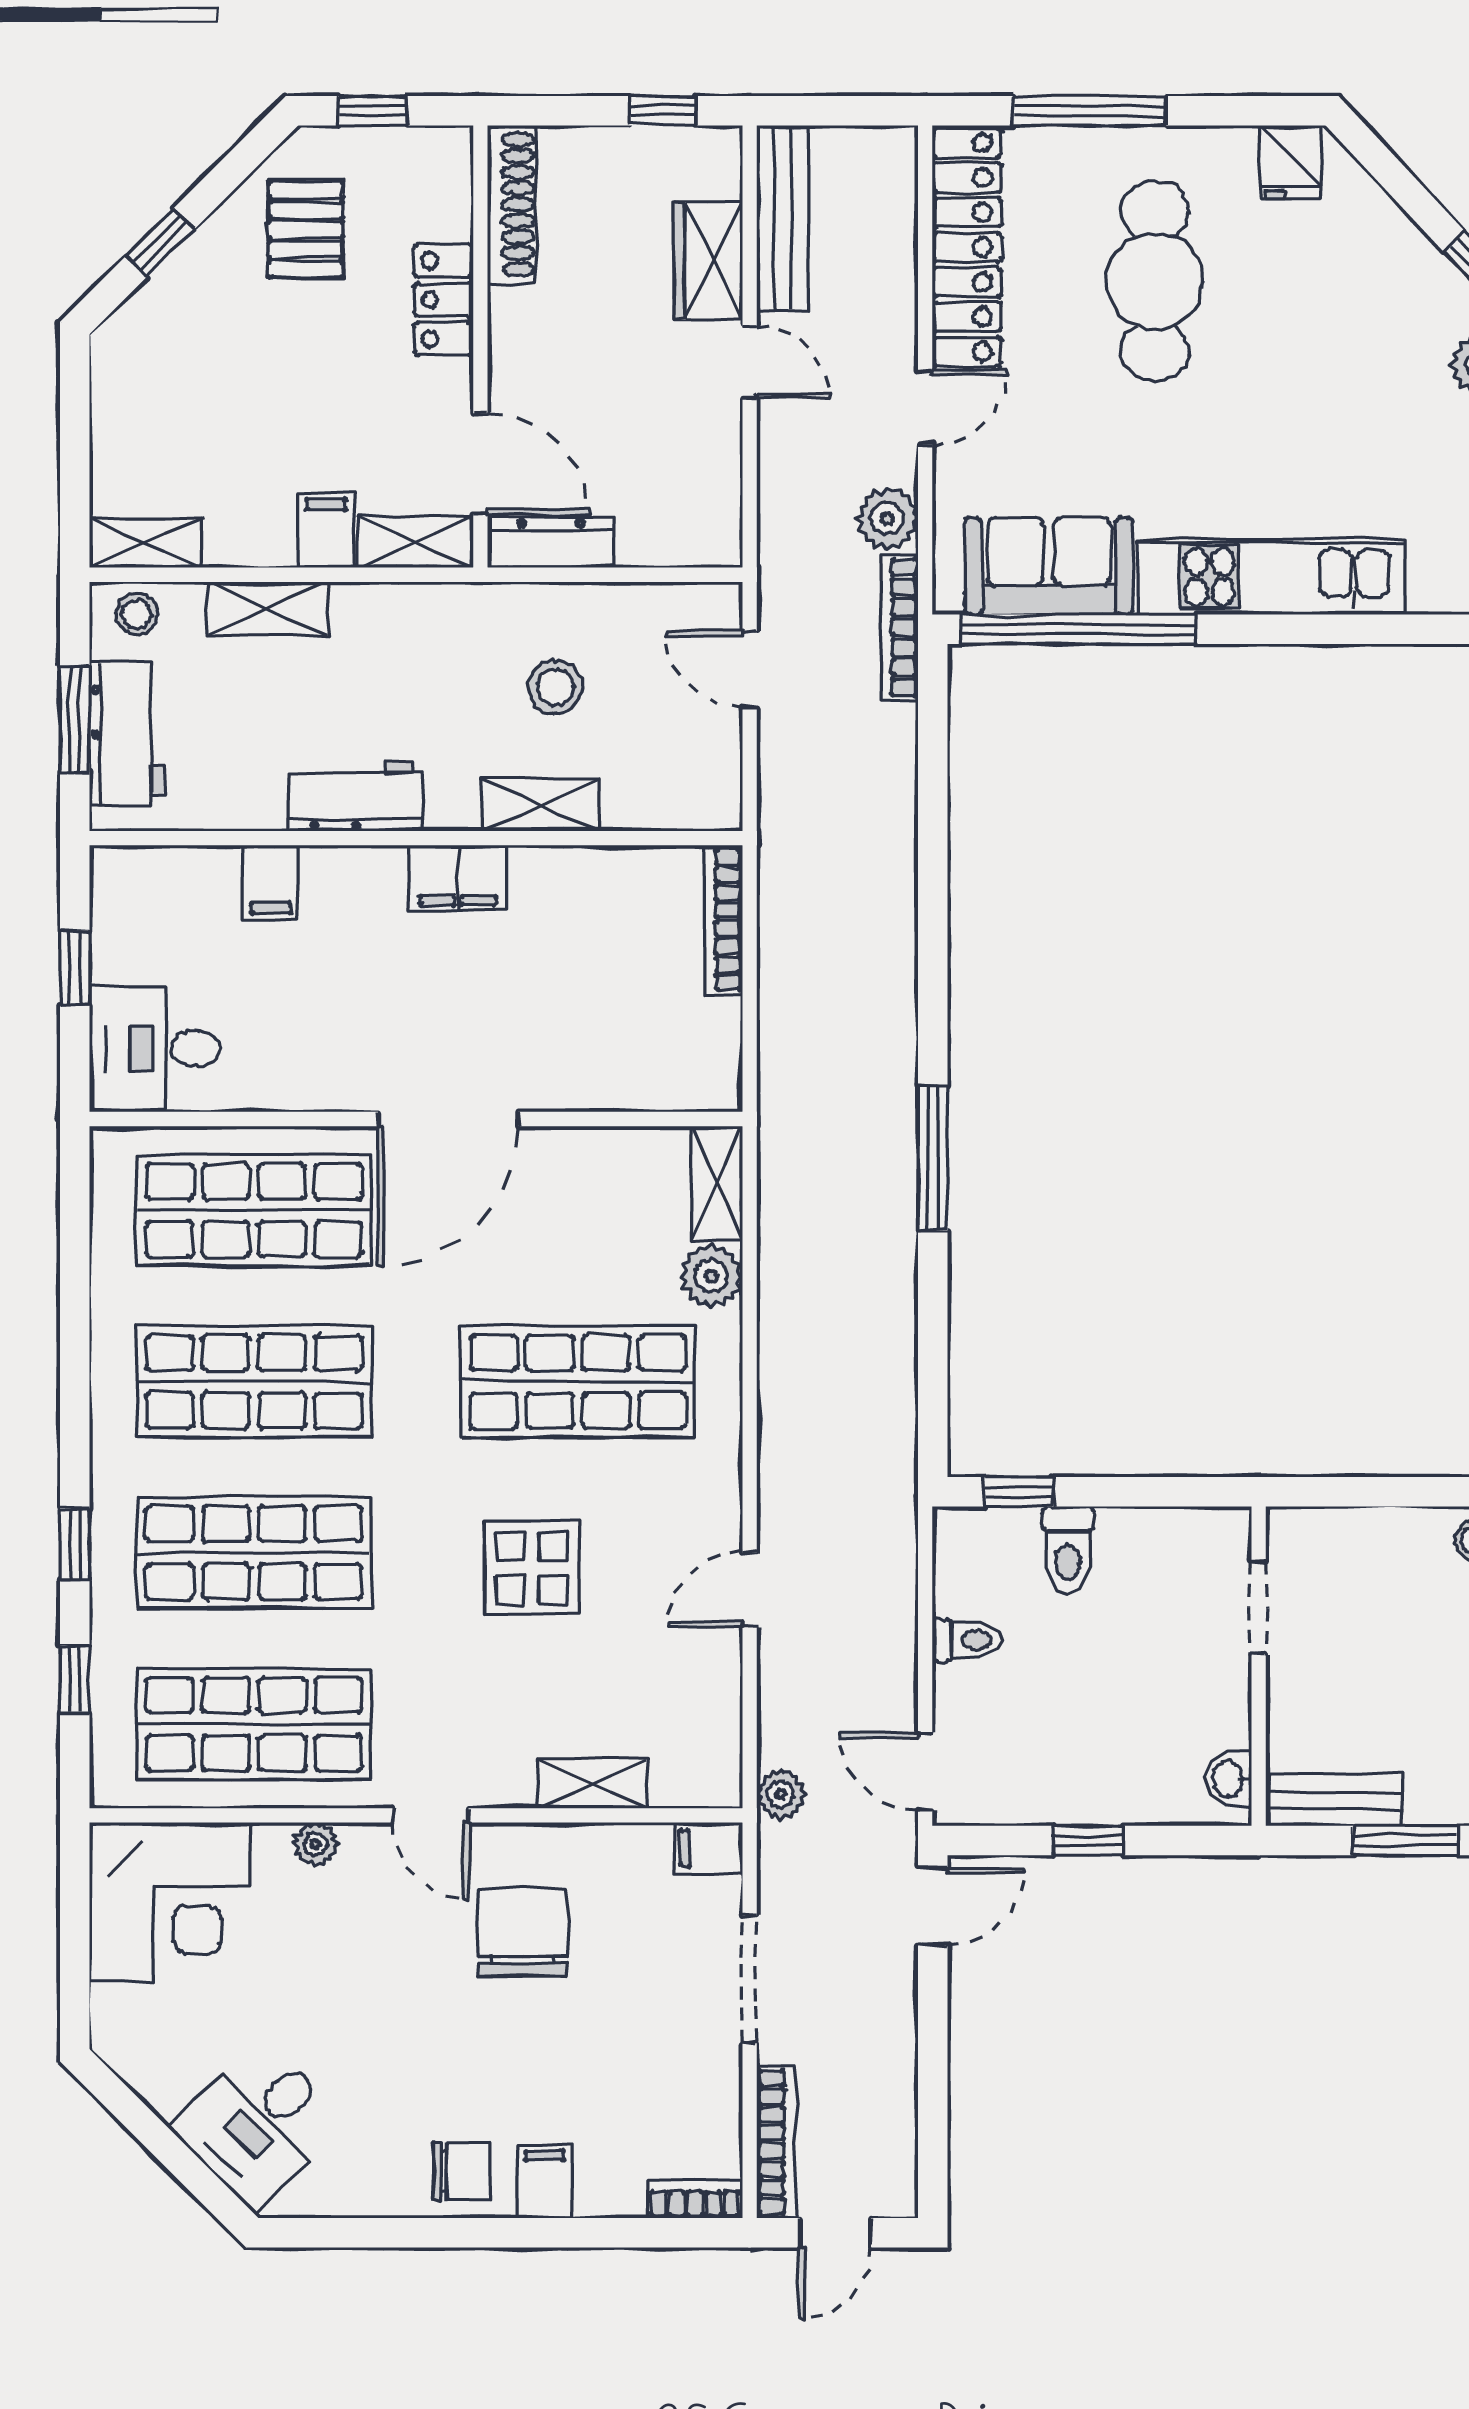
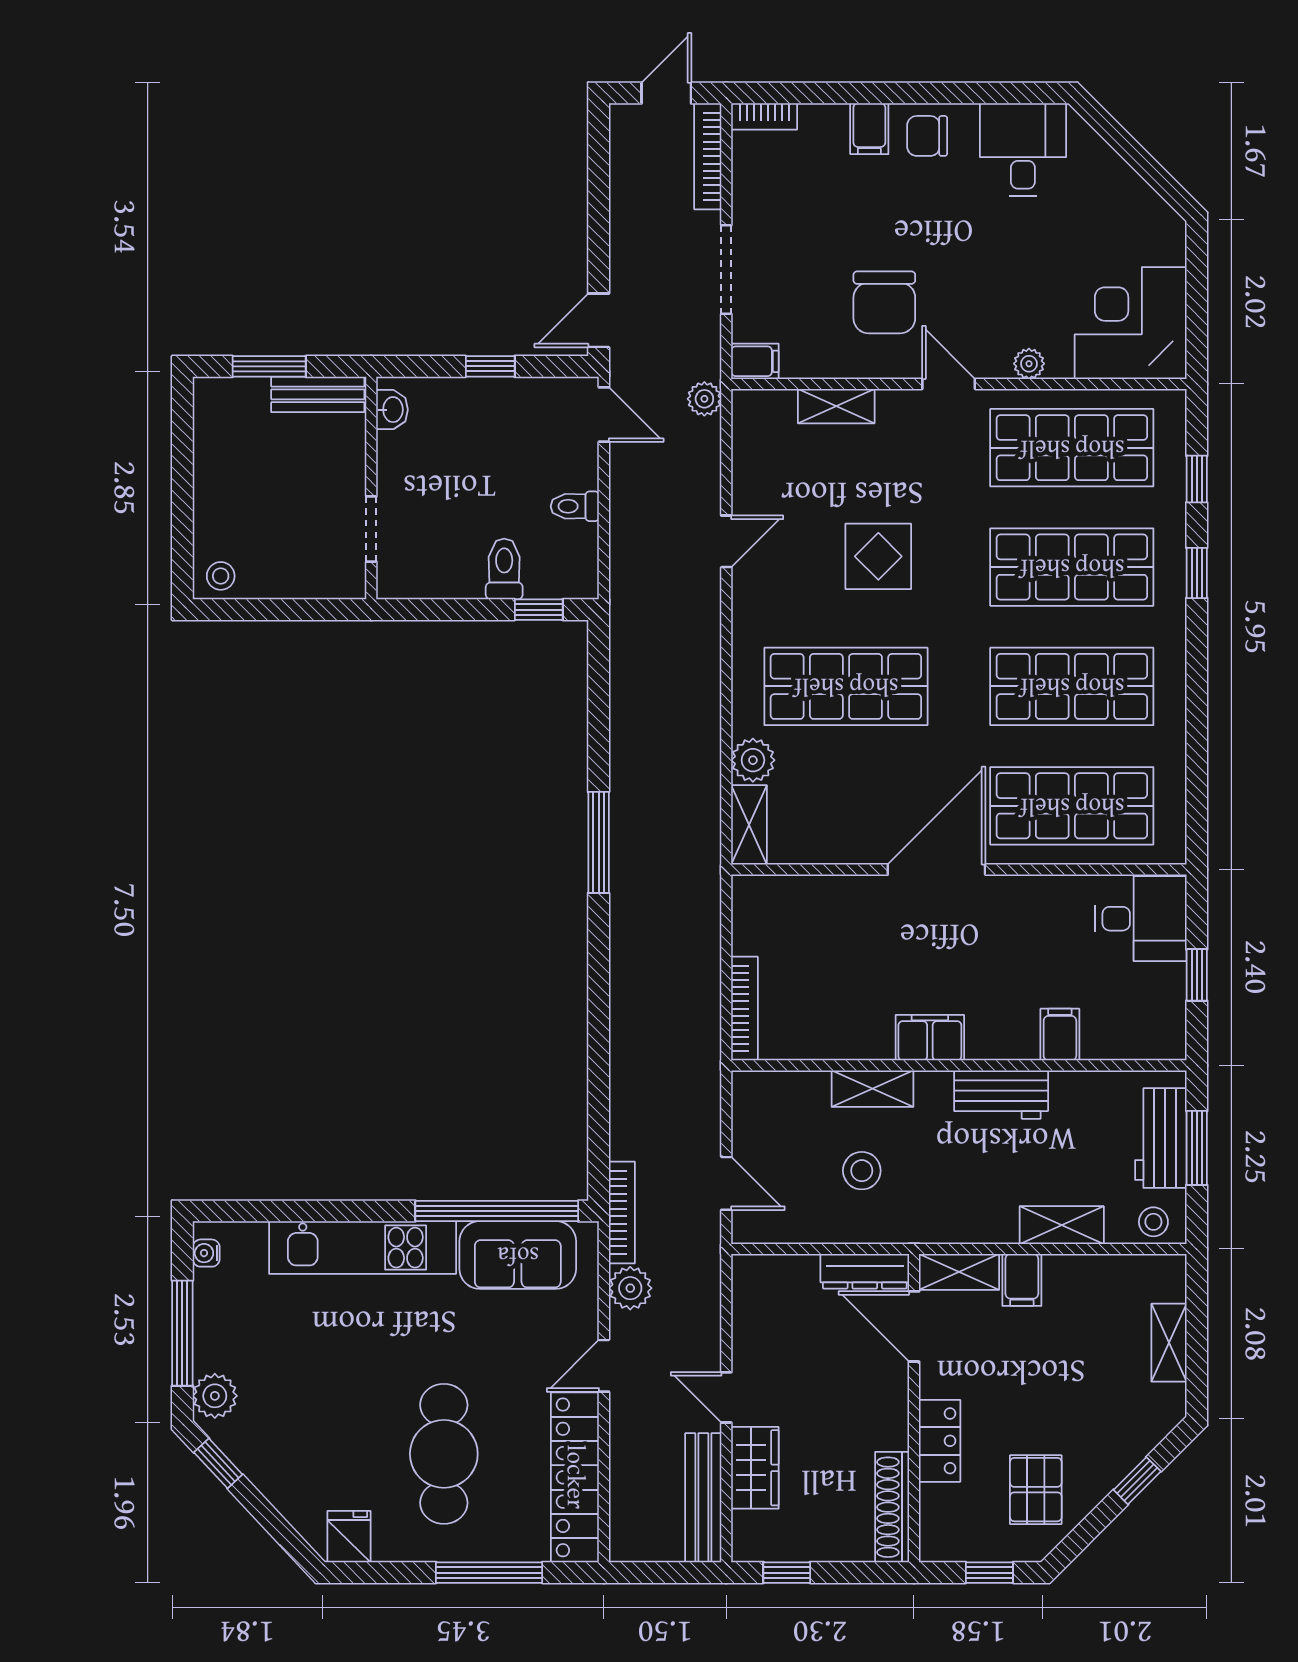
shelving: (145, 543) -> (1169, 1343), moved, turned 90
desk: (259, 2124) -> (1023, 150), moved, turned -45

